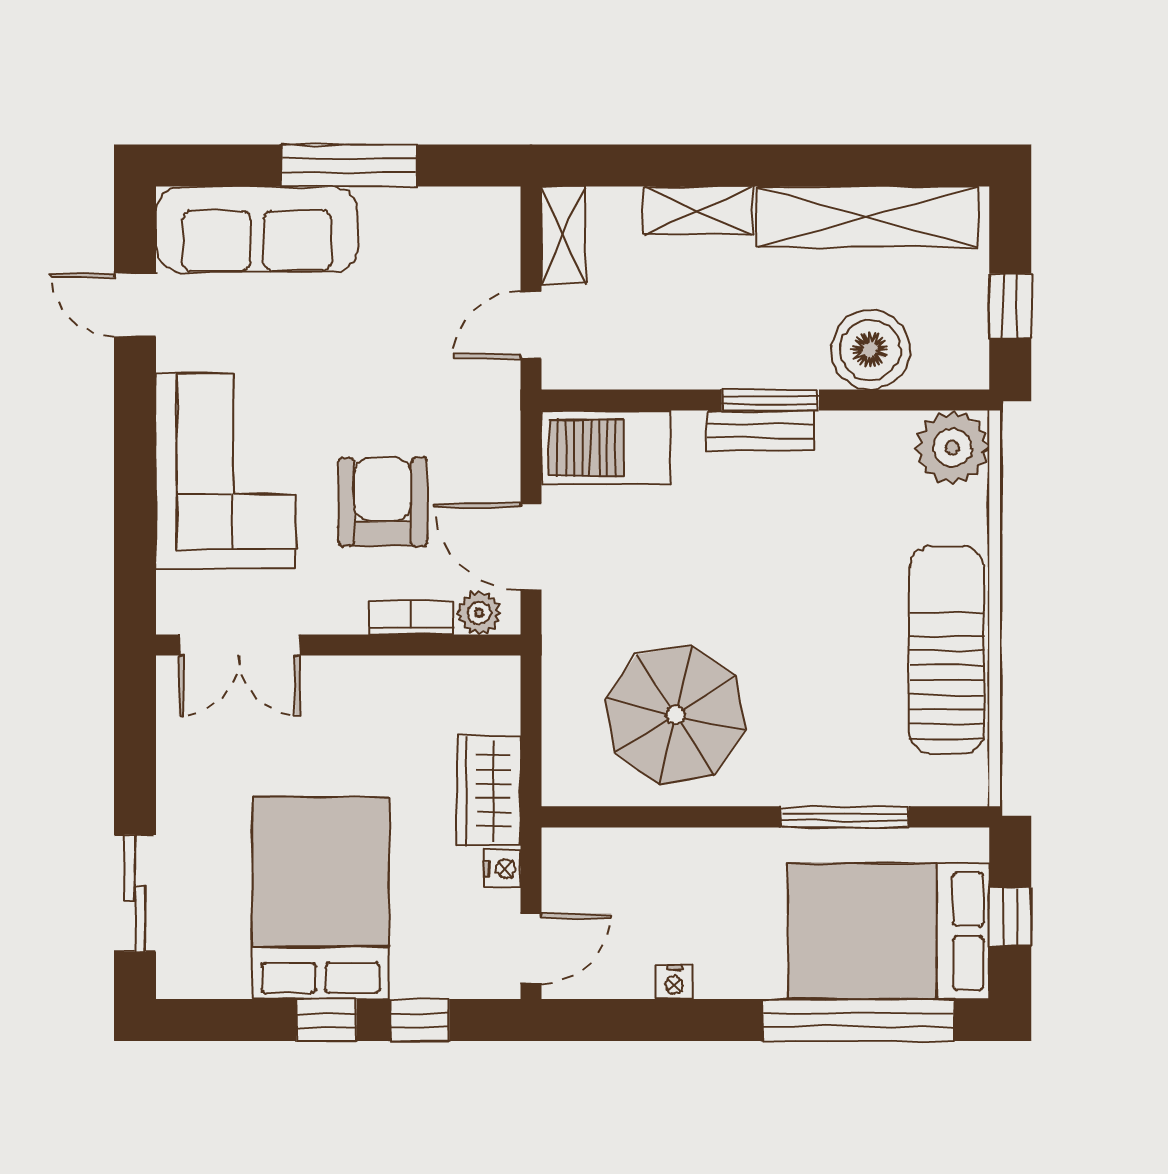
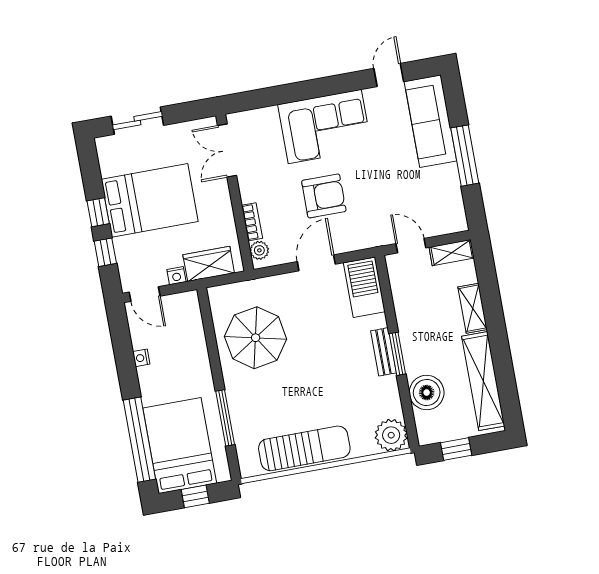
plant: (479, 613) -> (259, 250), moved
bookcase: (411, 618) -> (252, 222), moved
double door: (239, 645) -> (227, 150), moved
wall: (338, 645) -> (235, 193), moved

